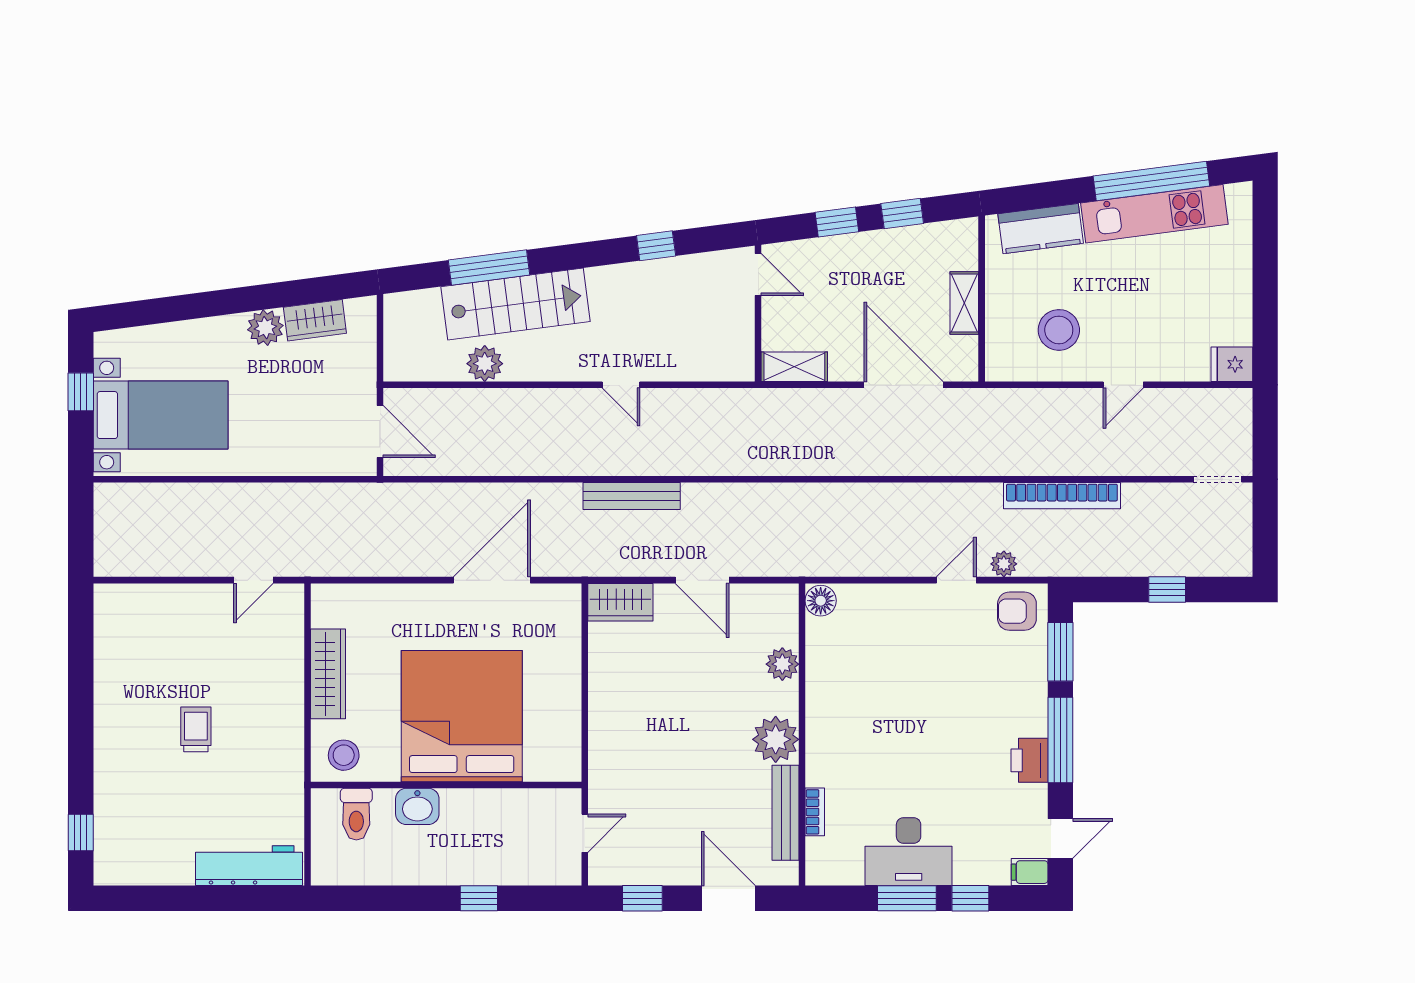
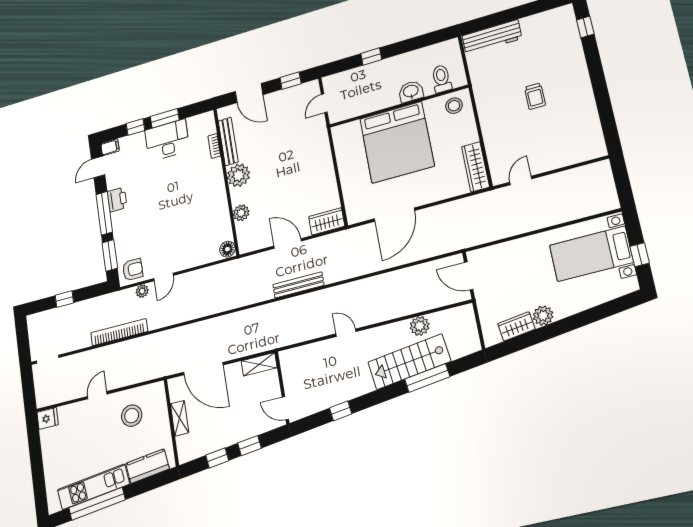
bench: (632, 496) -> (298, 285), moved
wardrobe: (328, 674) -> (475, 167), moved

